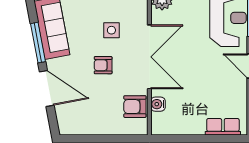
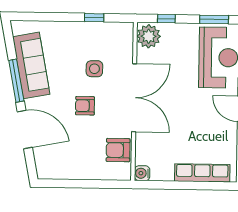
water cooler: (158, 104) -> (142, 173), moved
row of seats: (223, 127) -> (202, 173), width x1.48

